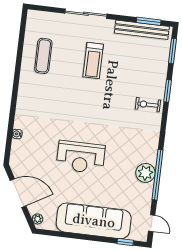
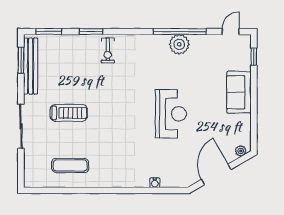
sofa: (94, 221) -> (239, 92), width x0.54, depth x0.79

